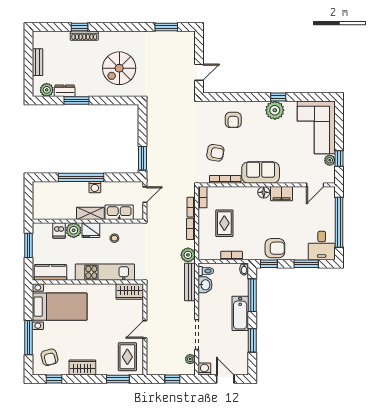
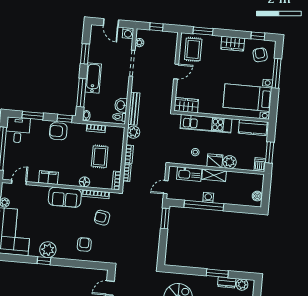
window: (81, 177) -> (204, 205), moved
floor lamp: (264, 192) -> (84, 182), moved
boiler: (38, 194) -> (257, 196), added
dishwasher: (59, 231) -> (260, 165), moved

